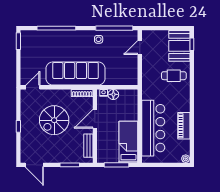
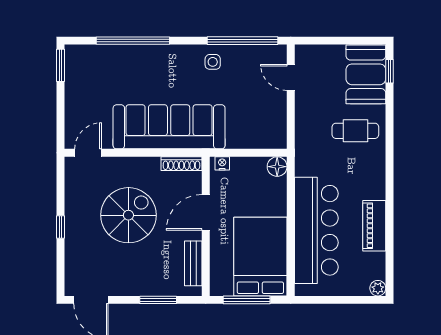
door: (140, 47) -> (291, 77), hinge flipped
floor lamp: (113, 94) -> (277, 167), moved
spiral stairs: (54, 120) -> (128, 215), turned 180
bed: (128, 142) -> (260, 257), width x1.50

